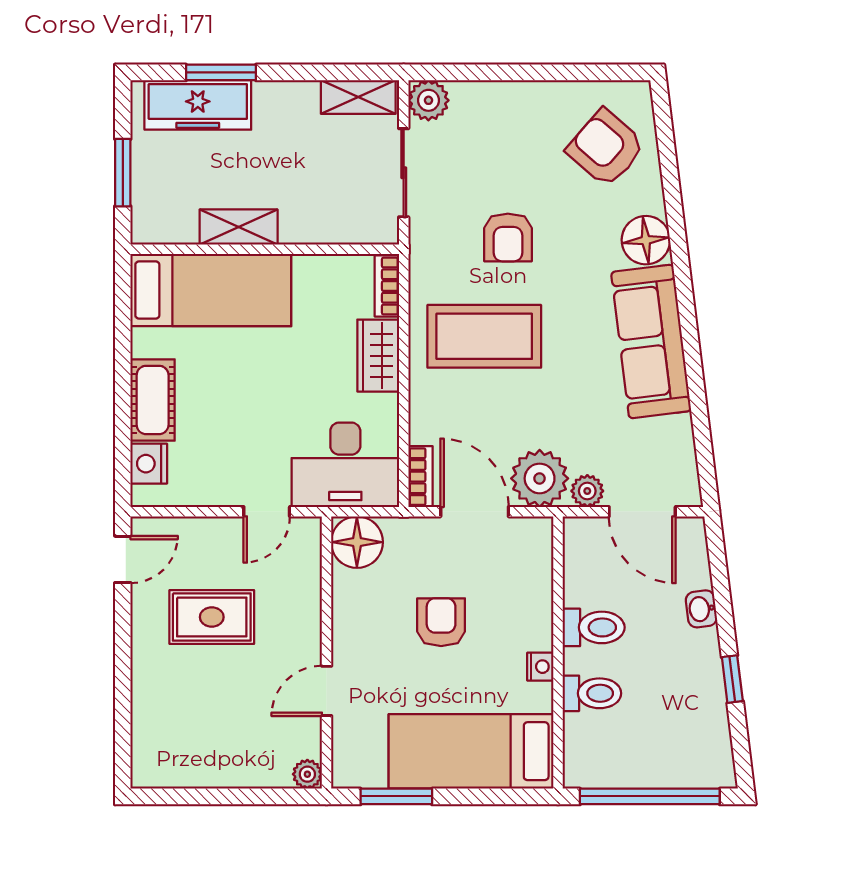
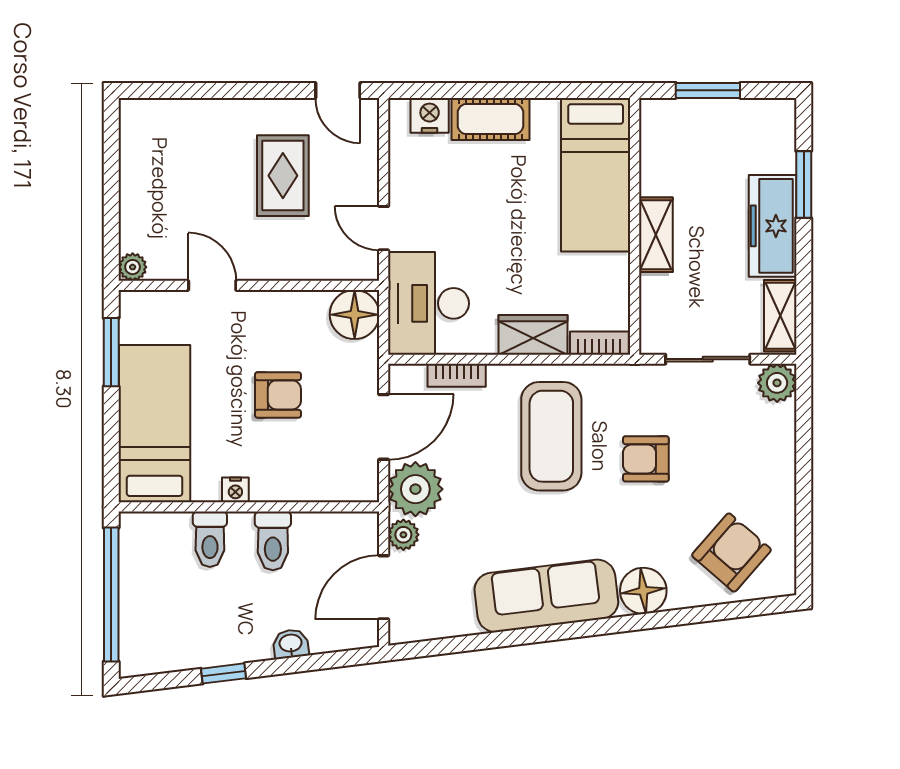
freezer: (198, 105) -> (773, 226), moved
shelving: (239, 227) -> (656, 235), moved
bookcase: (421, 477) -> (457, 375), moved

